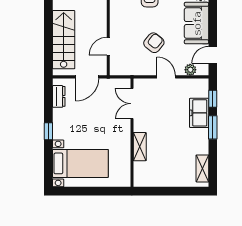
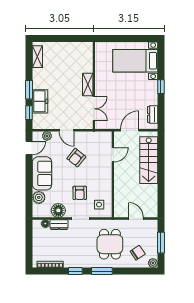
shelving: (140, 147) -> (88, 84), moved

